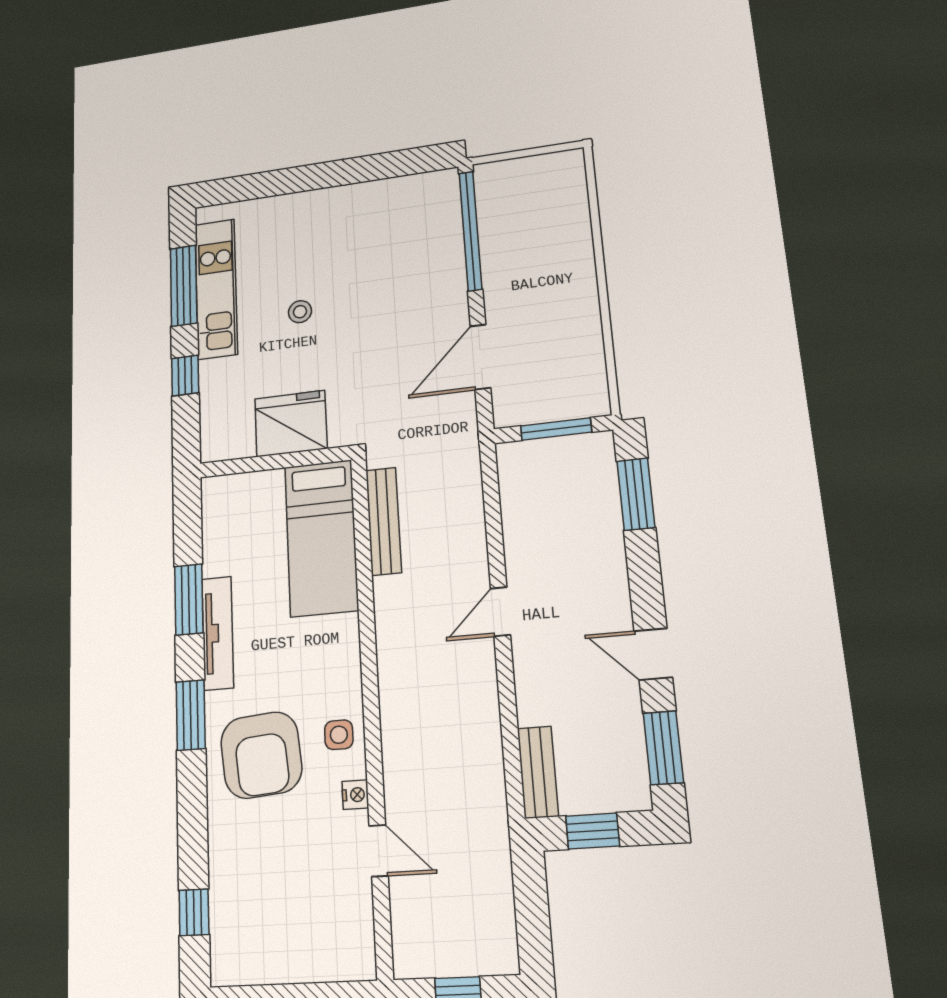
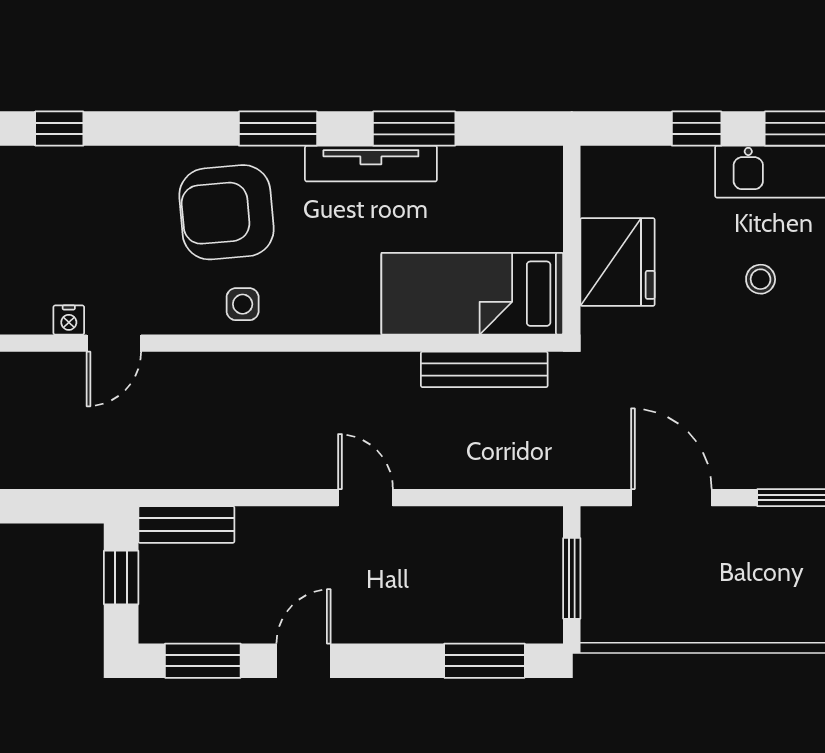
nightstand: (355, 795) -> (69, 320), moved

